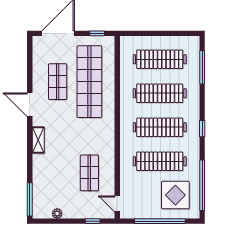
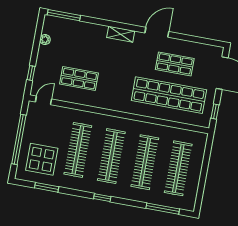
window: (202, 185) -> (47, 187), width x0.47

